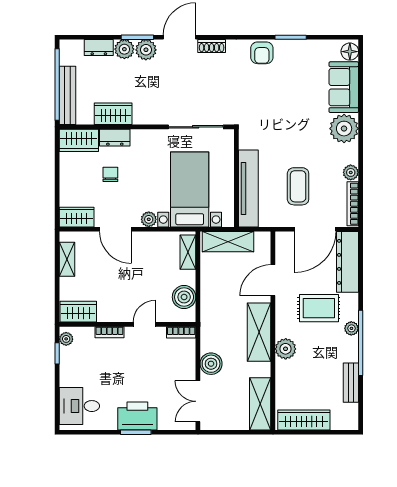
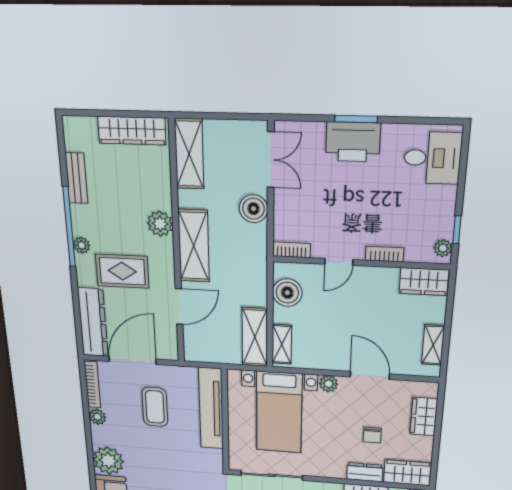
wardrobe: (77, 217) -> (424, 417), moved, turned 90
shelving: (228, 242) -> (255, 337), moved, turned 90

